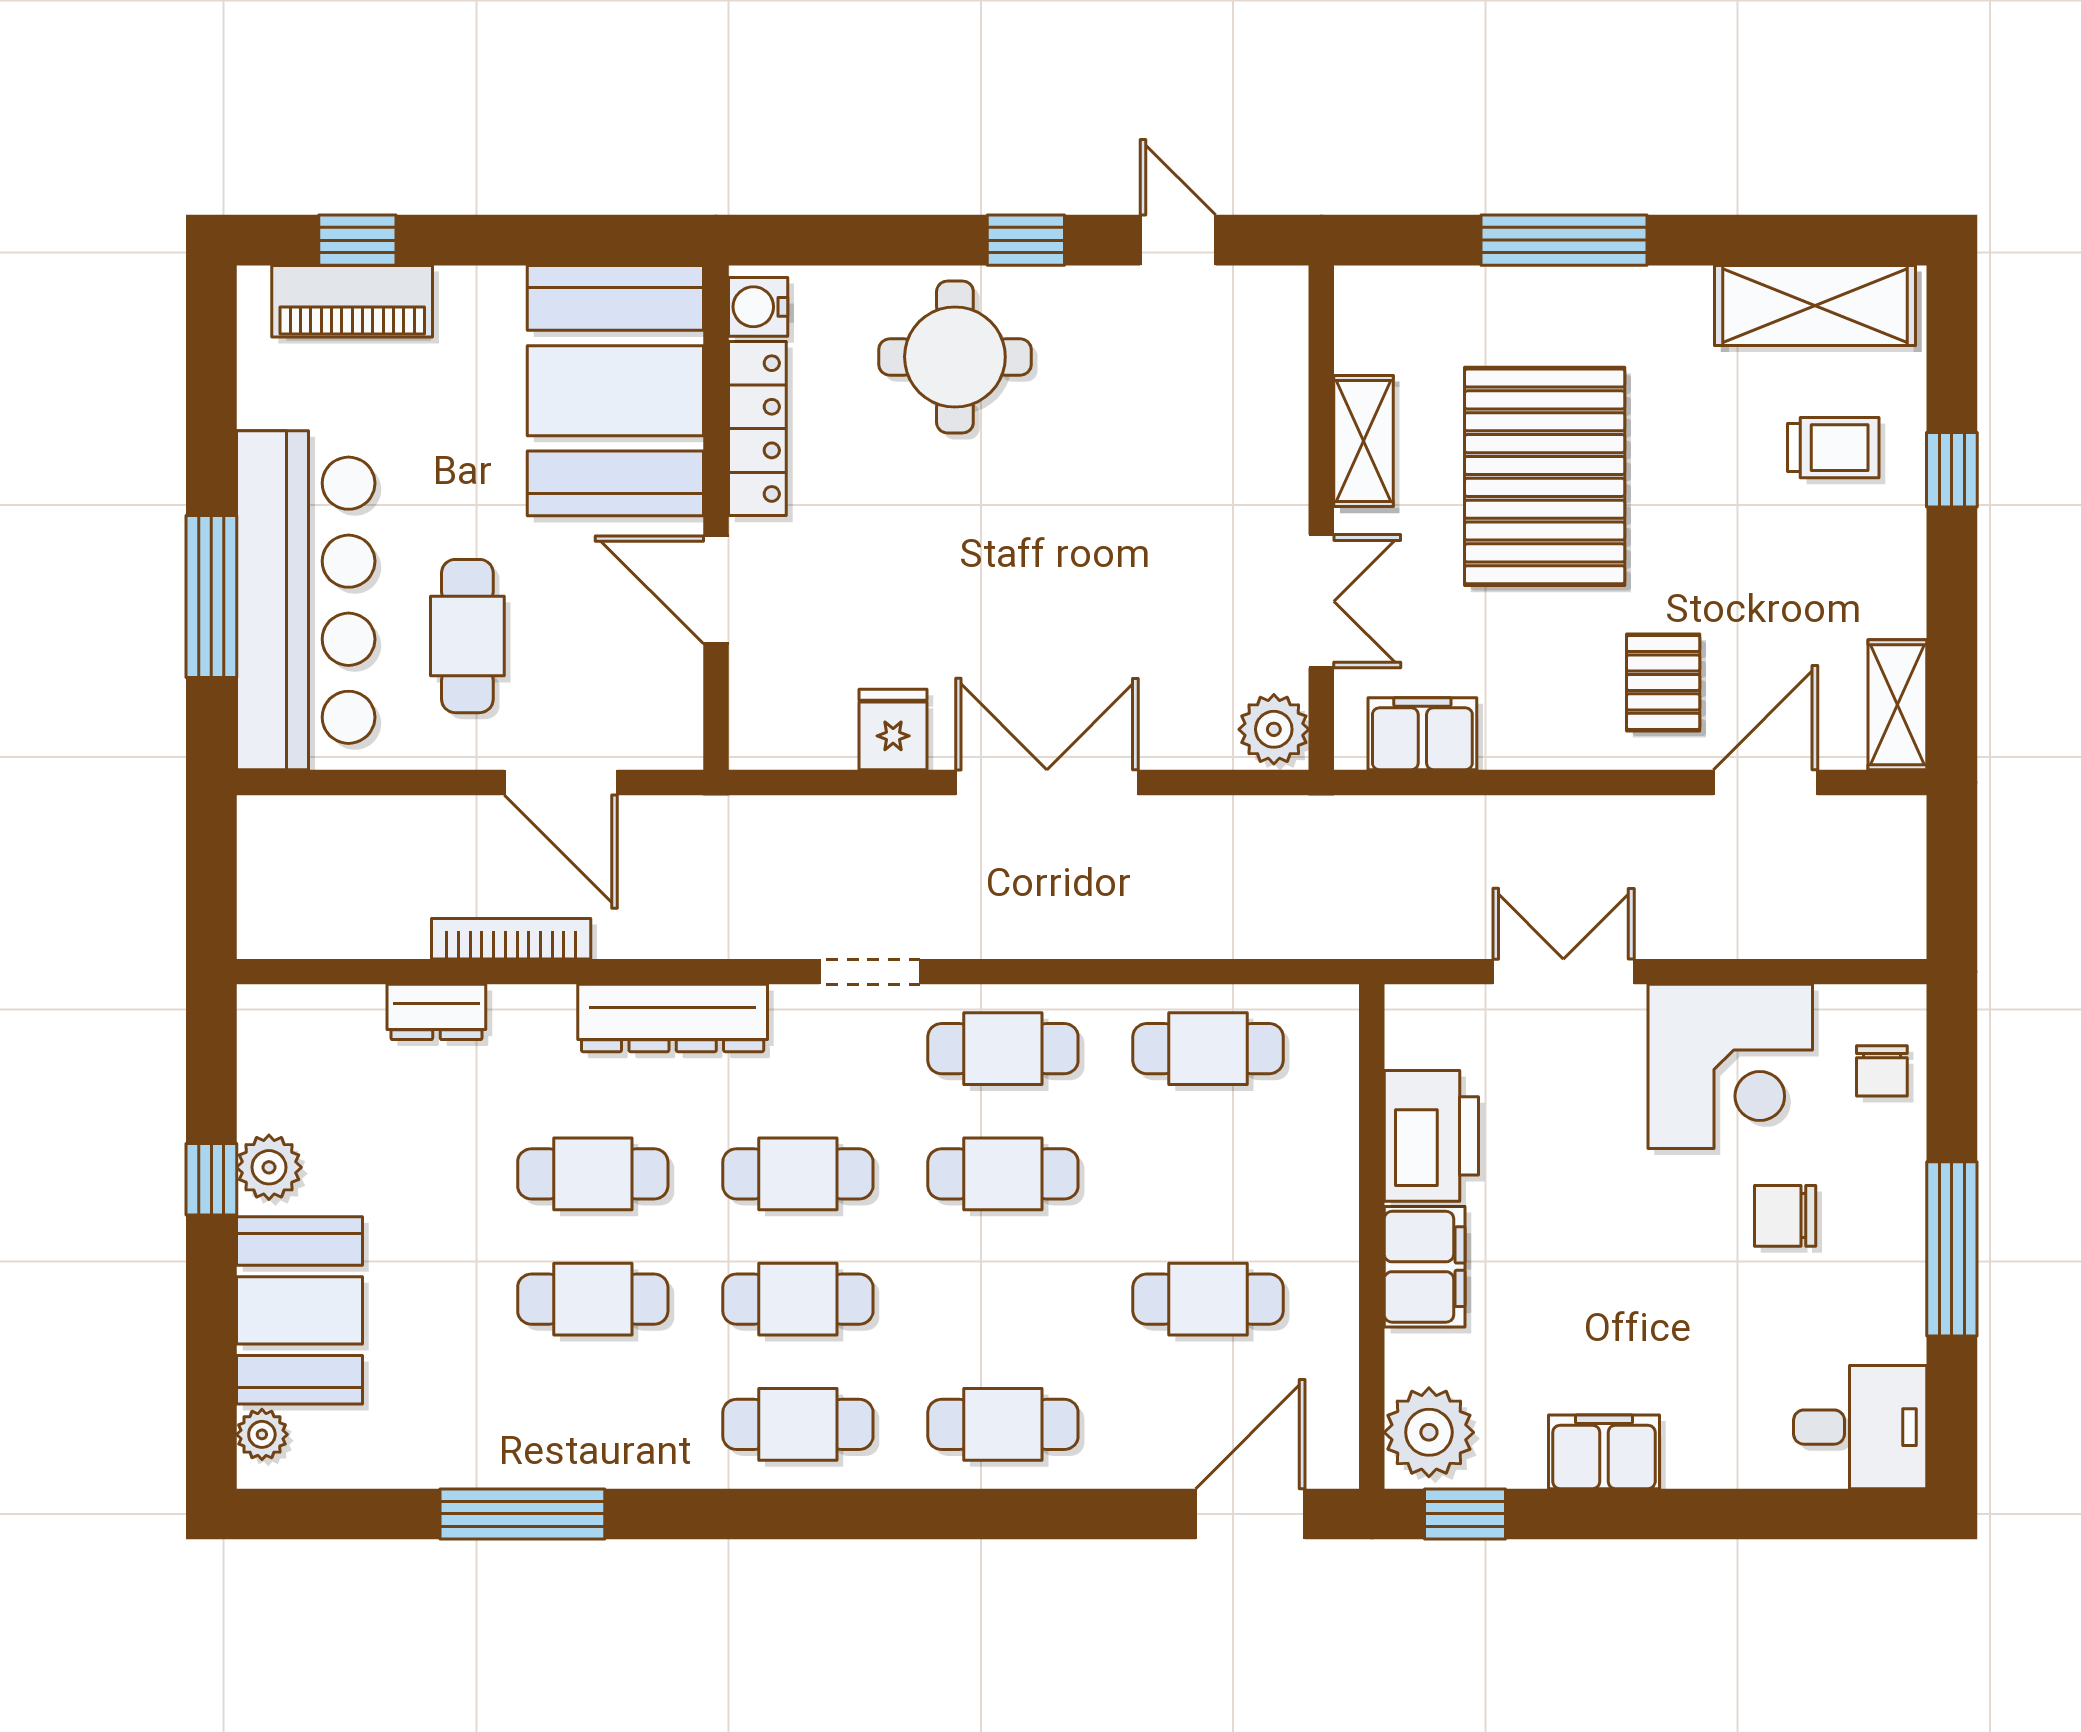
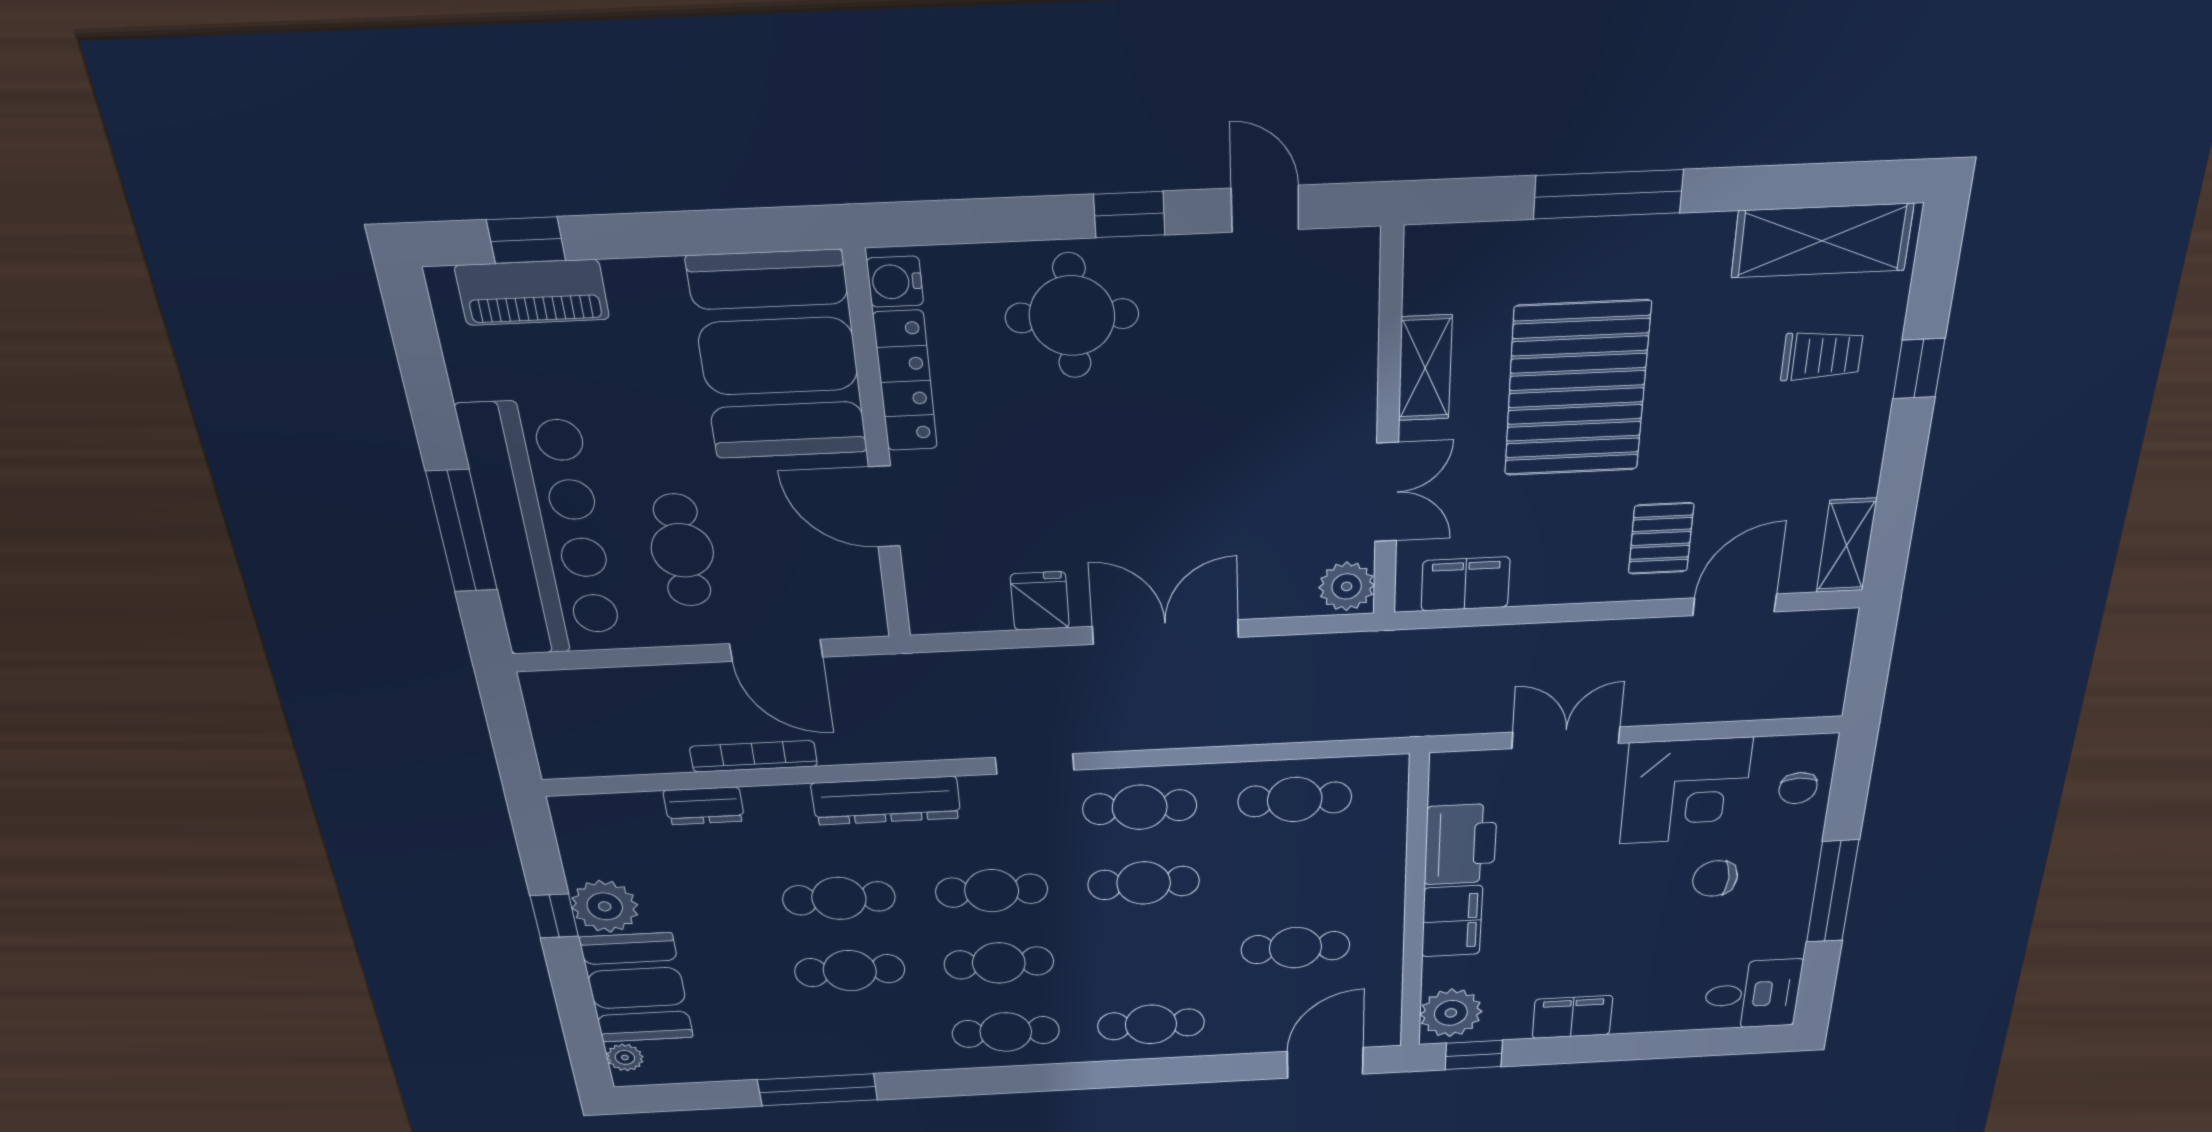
plant: (269, 1167) -> (605, 906), width x1.36, depth x1.36

